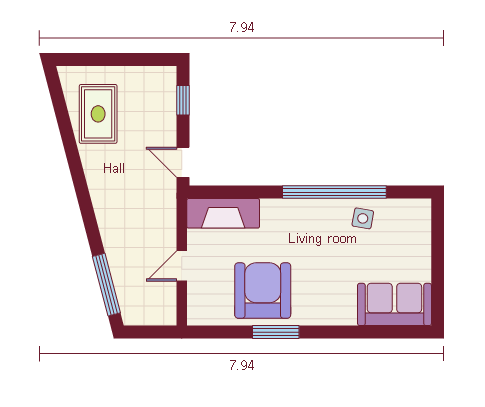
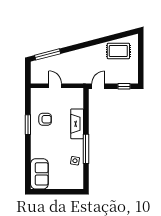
window: (334, 192) -> (86, 149), width x0.68
fireplace: (223, 213) -> (77, 124), moved
armchair: (263, 291) -> (45, 119), width x0.53, depth x0.53

